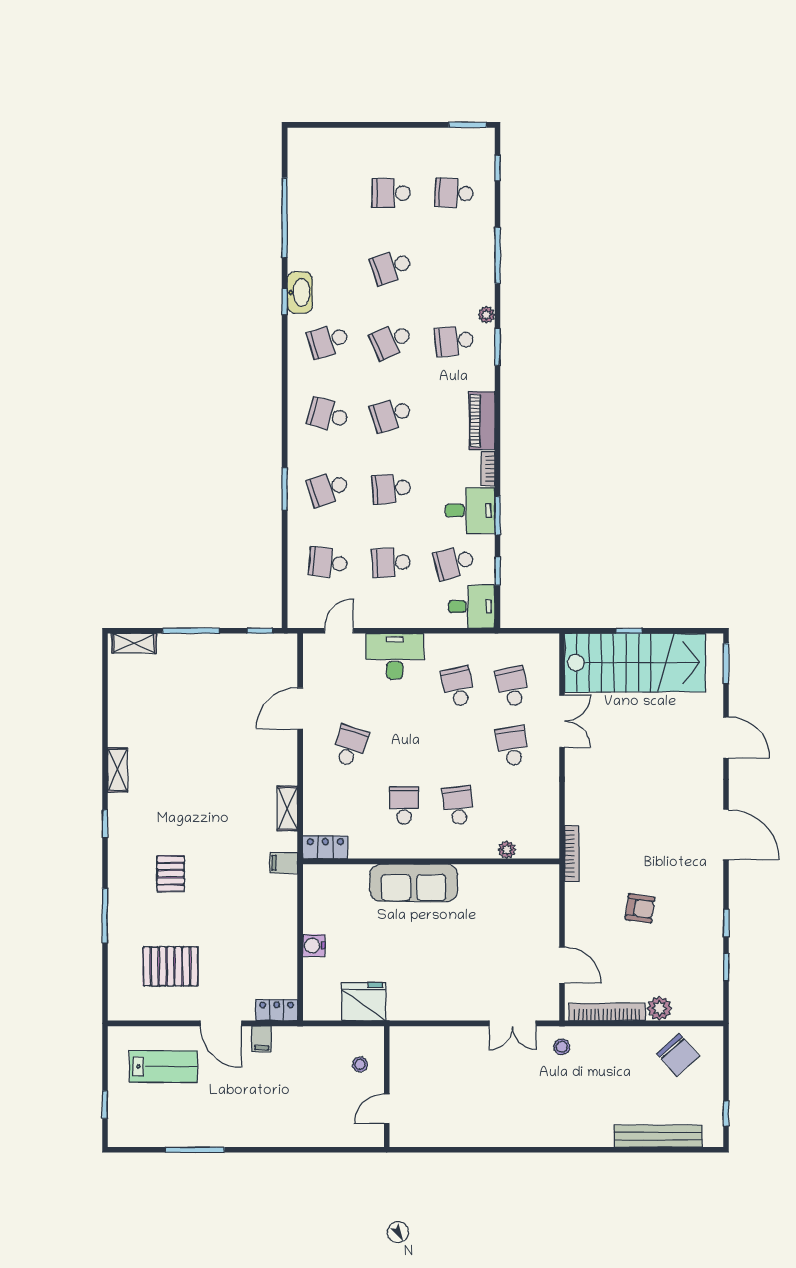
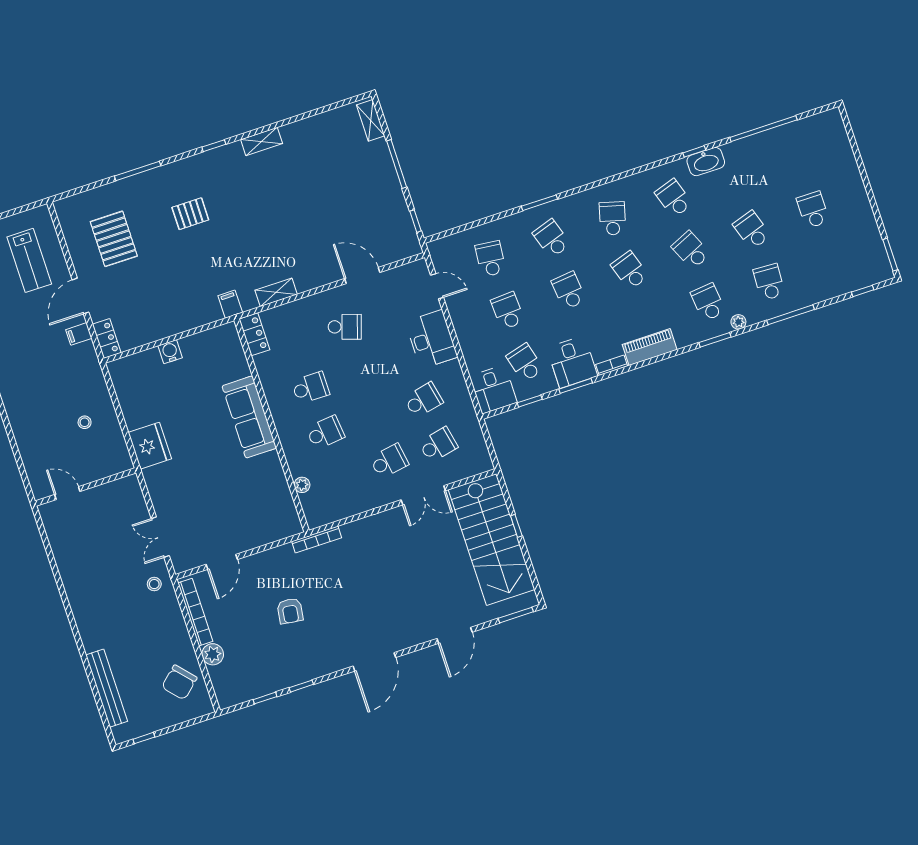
school desk: (454, 193) -> (769, 282), moved
fridge: (364, 1002) -> (150, 446), moved
wall: (387, 1087) -> (86, 487), moved
door: (387, 1109) -> (67, 493), moved

